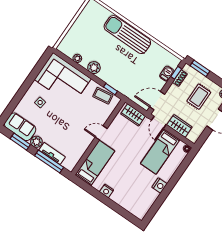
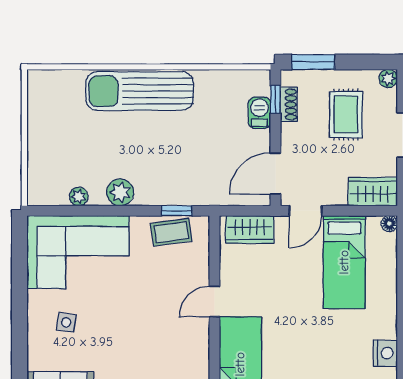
door: (159, 122) -> (305, 211), hinge flipped
wardrobe: (179, 126) -> (373, 192), moved
nightstand: (160, 185) -> (385, 353), moved

